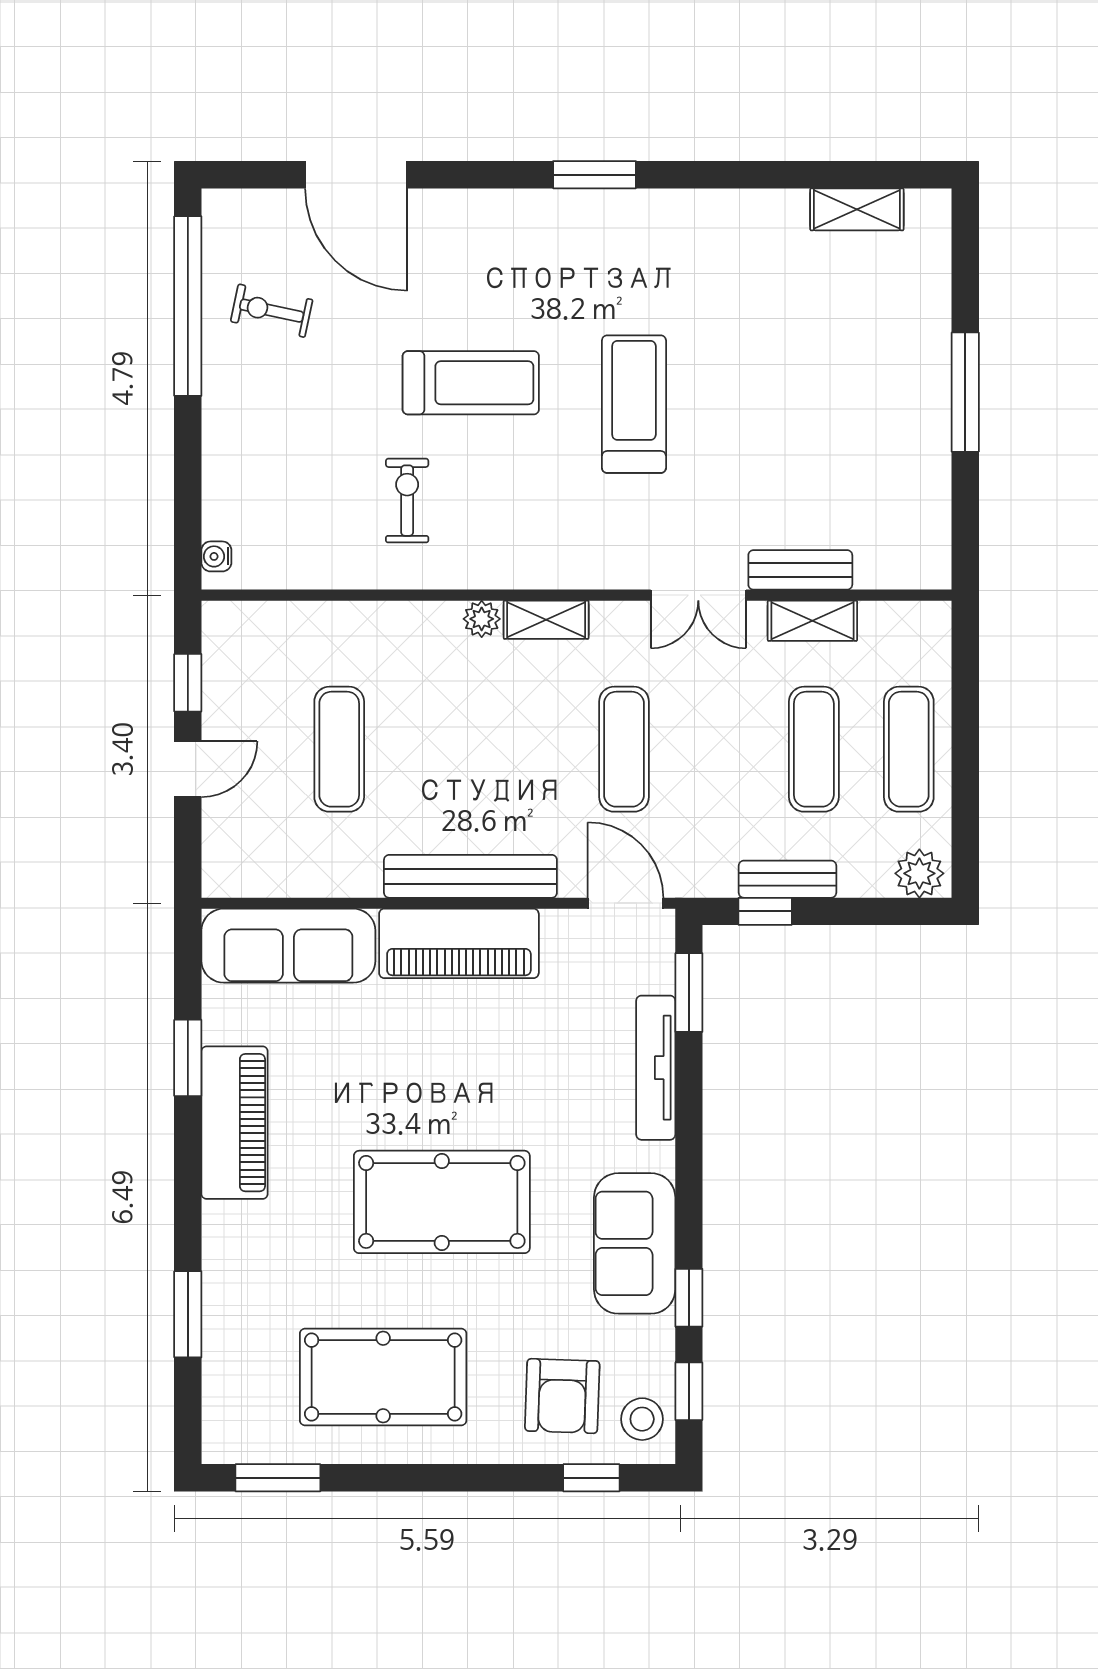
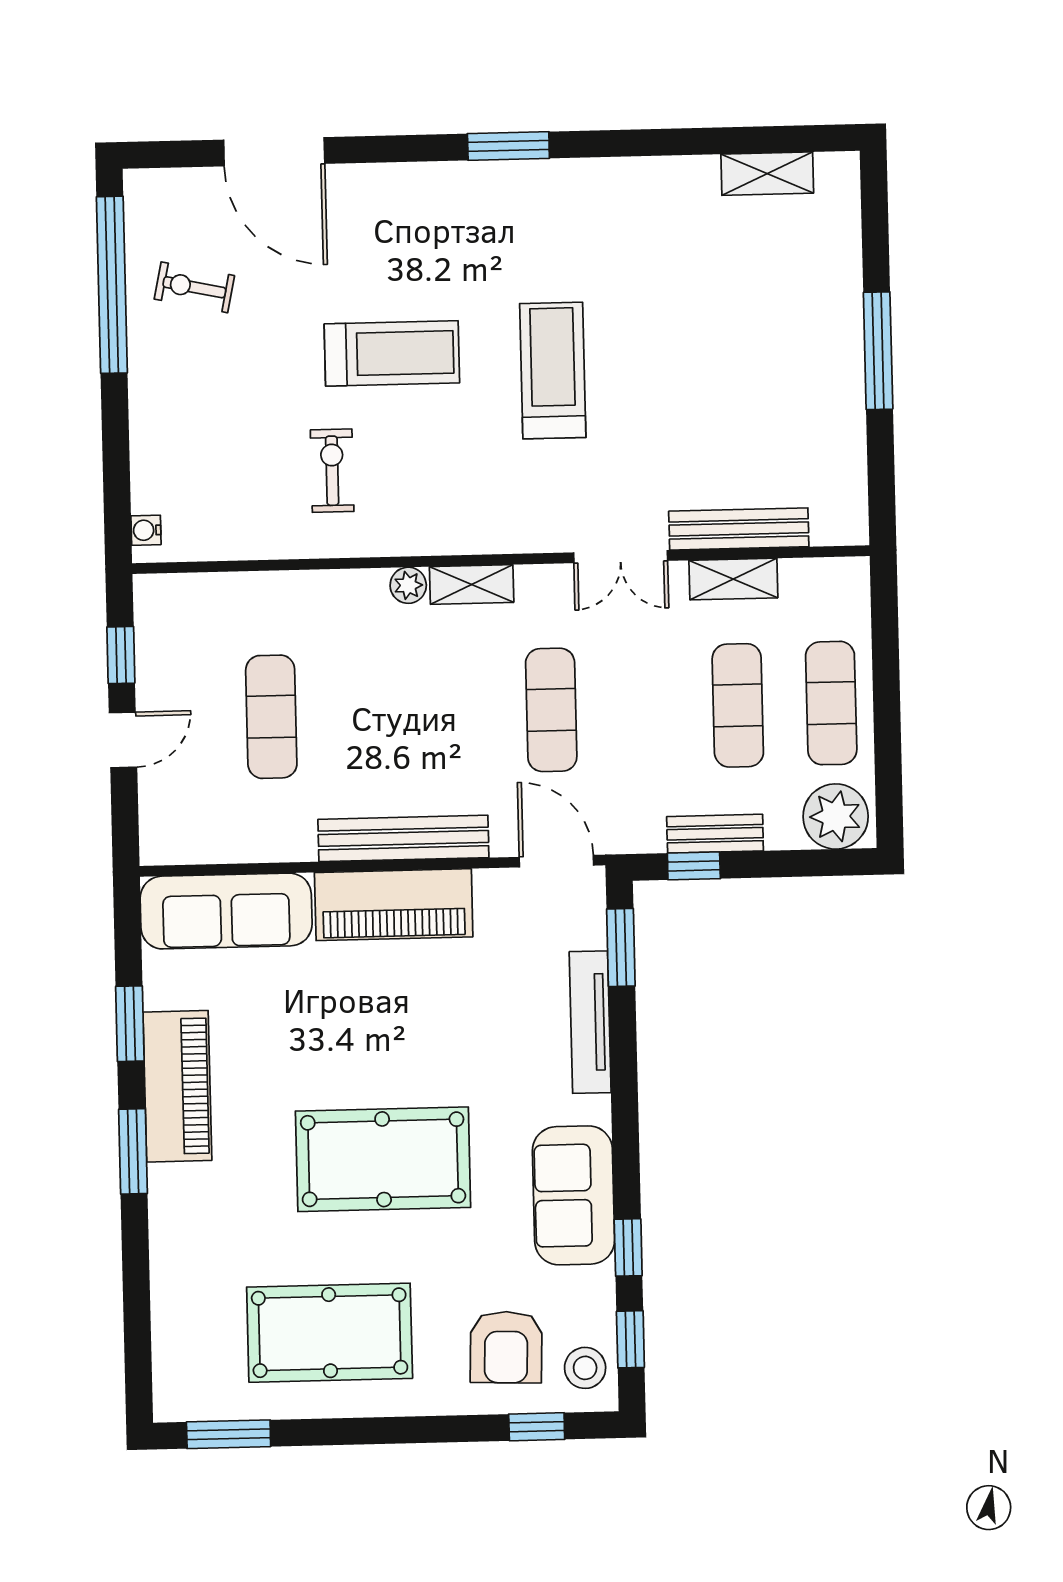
bench: (800, 570) -> (739, 529), width x1.36
plant: (919, 873) -> (836, 816), width x1.36, depth x1.36
window: (188, 1314) -> (133, 1151), moved

